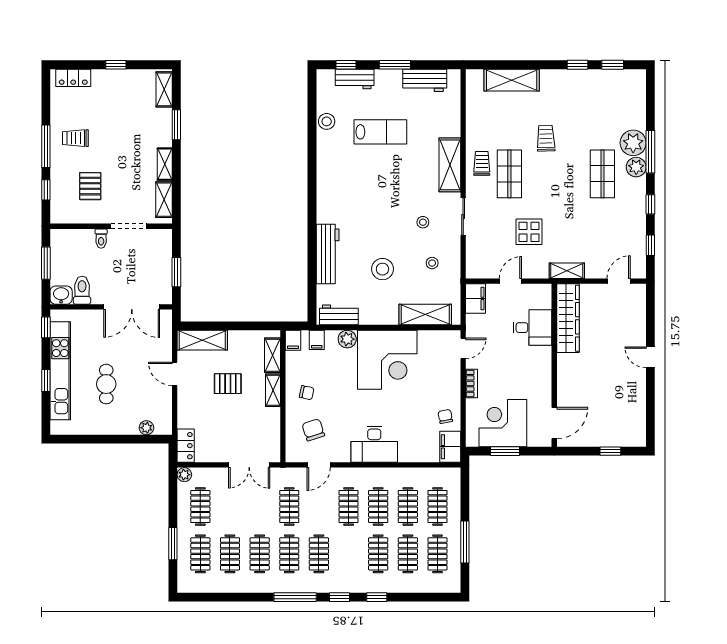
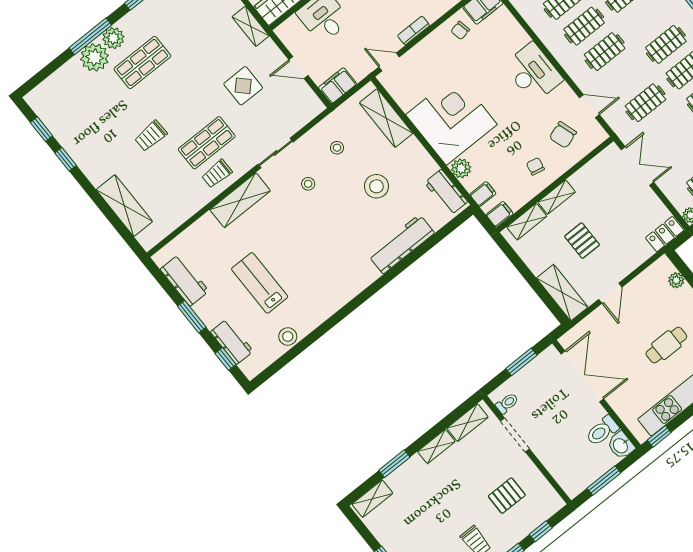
toilet: (101, 239) -> (507, 403), moved

